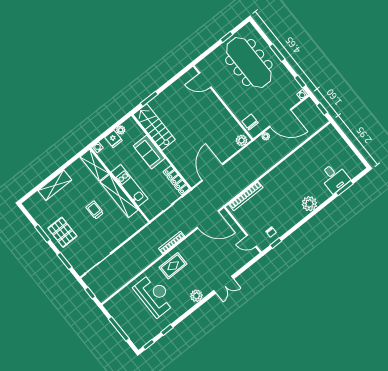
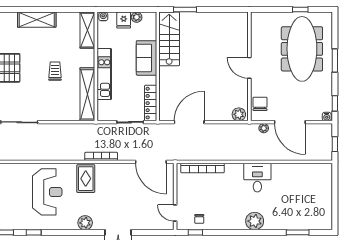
door: (205, 80) -> (249, 68), moved
desk: (334, 178) -> (257, 178), moved, turned 180
shelving: (119, 196) -> (87, 94), moved
rug: (173, 266) -> (86, 179), turned 90

